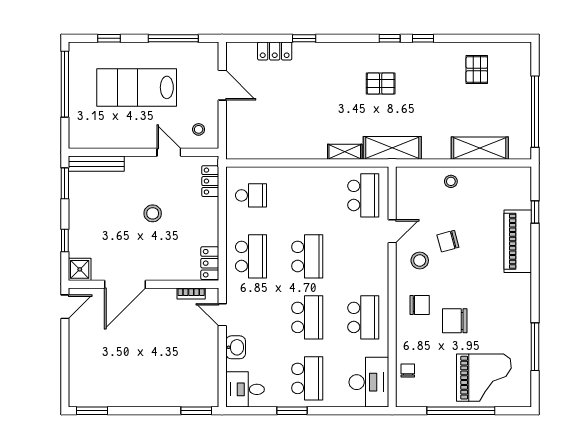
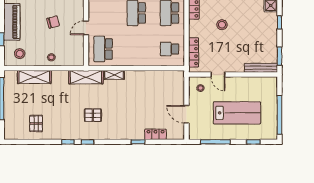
locker: (210, 181) -> (194, 52), width x1.53
stool: (153, 213) -> (222, 25), moved
stool: (420, 260) -> (20, 54), moved

